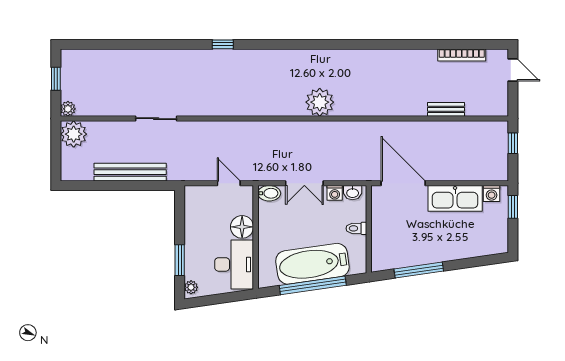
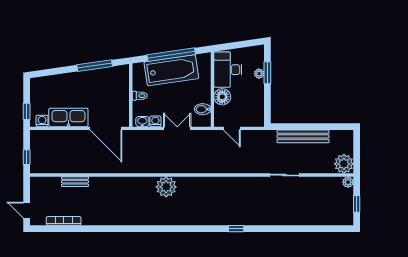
bidet: (269, 193) -> (203, 109), moved
plant: (191, 287) -> (259, 74), moved

